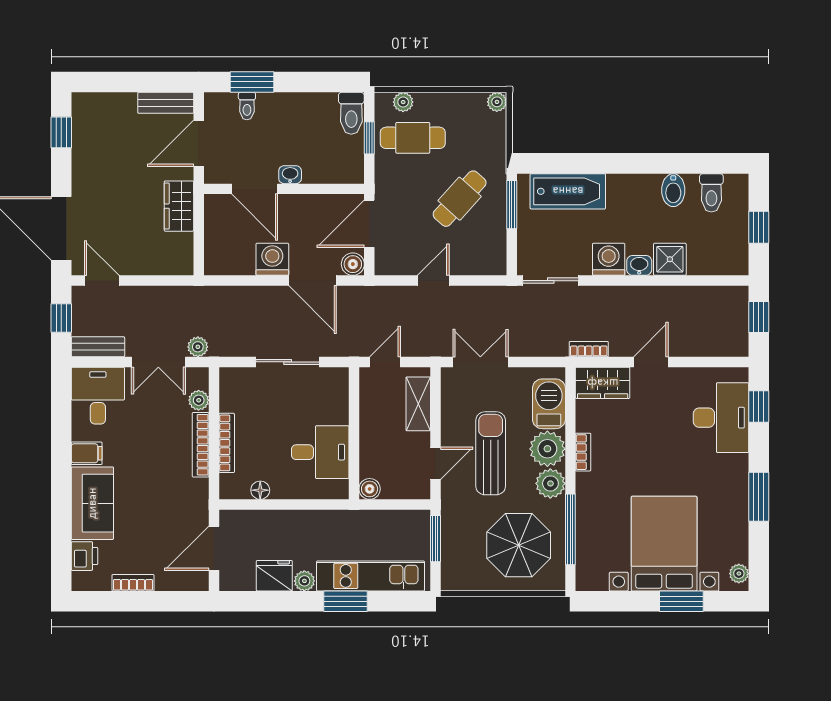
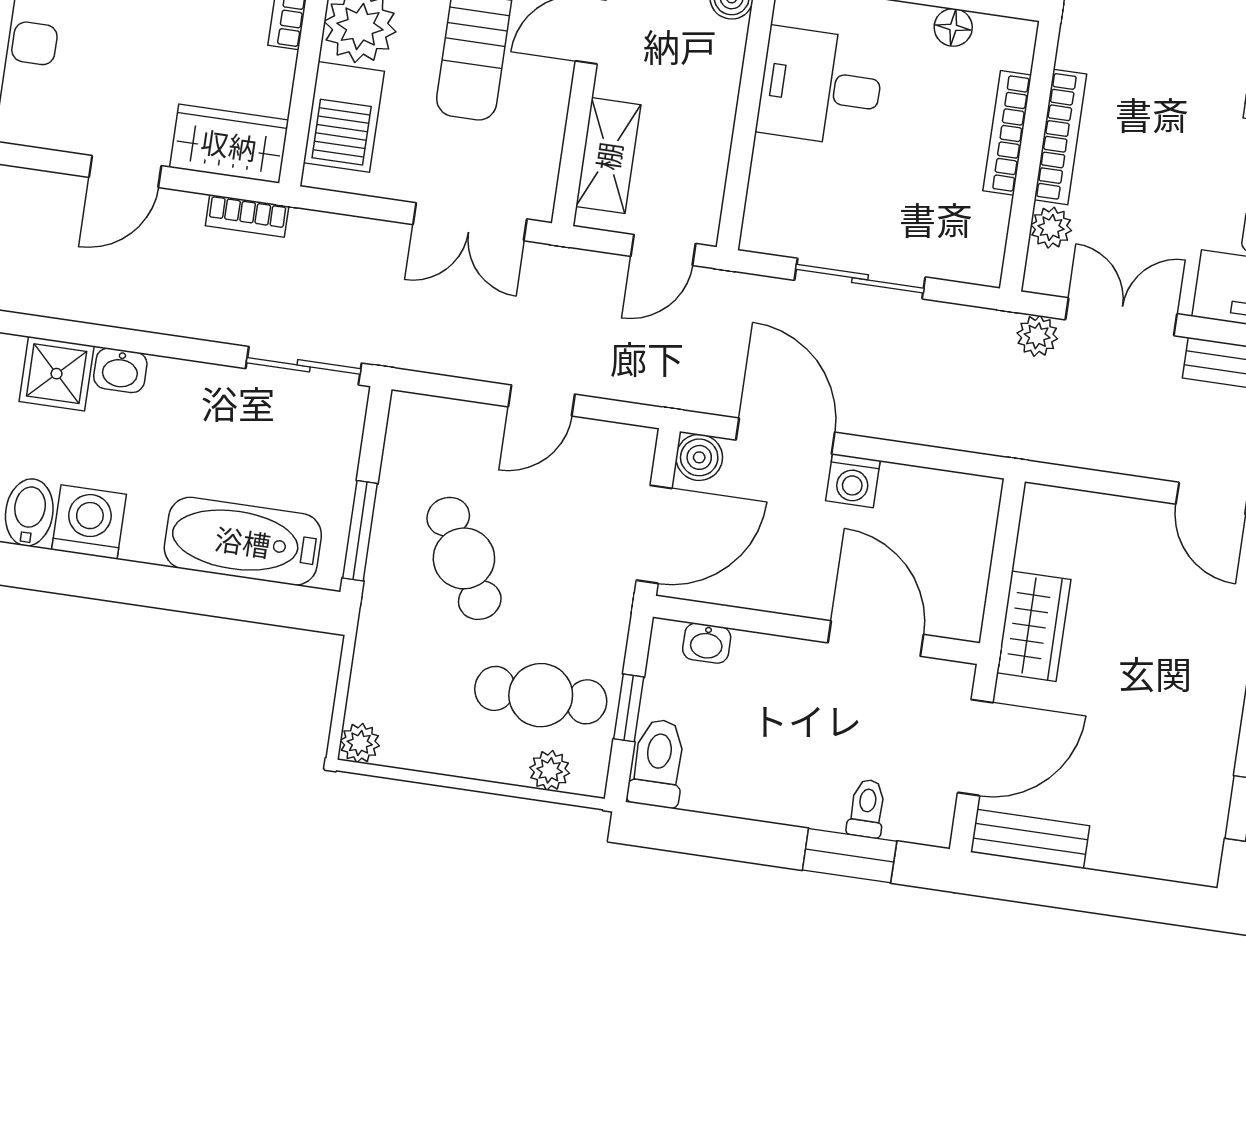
washbasin: (290, 175) -> (707, 643), moved
cafe table: (460, 199) -> (464, 558), turned -71
washing machine: (272, 259) -> (853, 481), width x0.73, depth x0.73
washing machine: (609, 259) -> (89, 522), moved, turned 180

